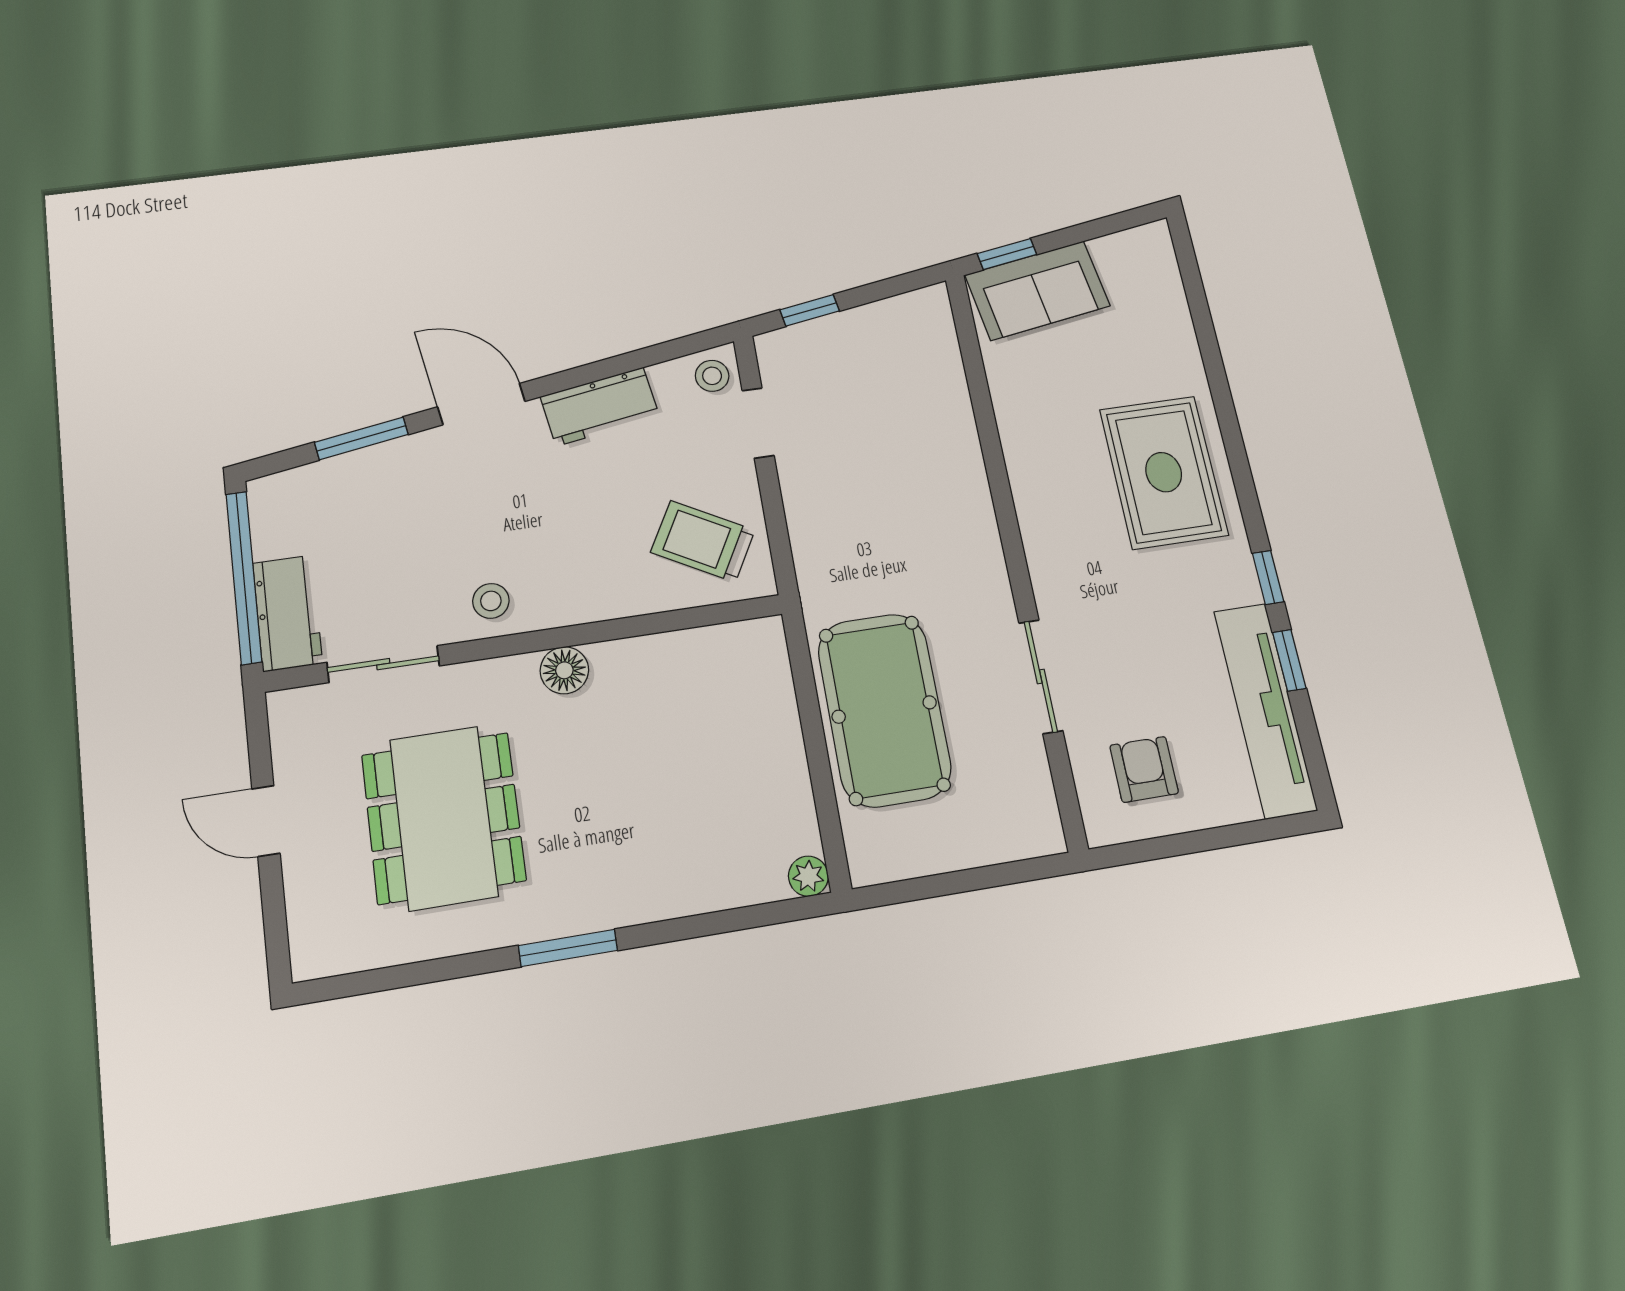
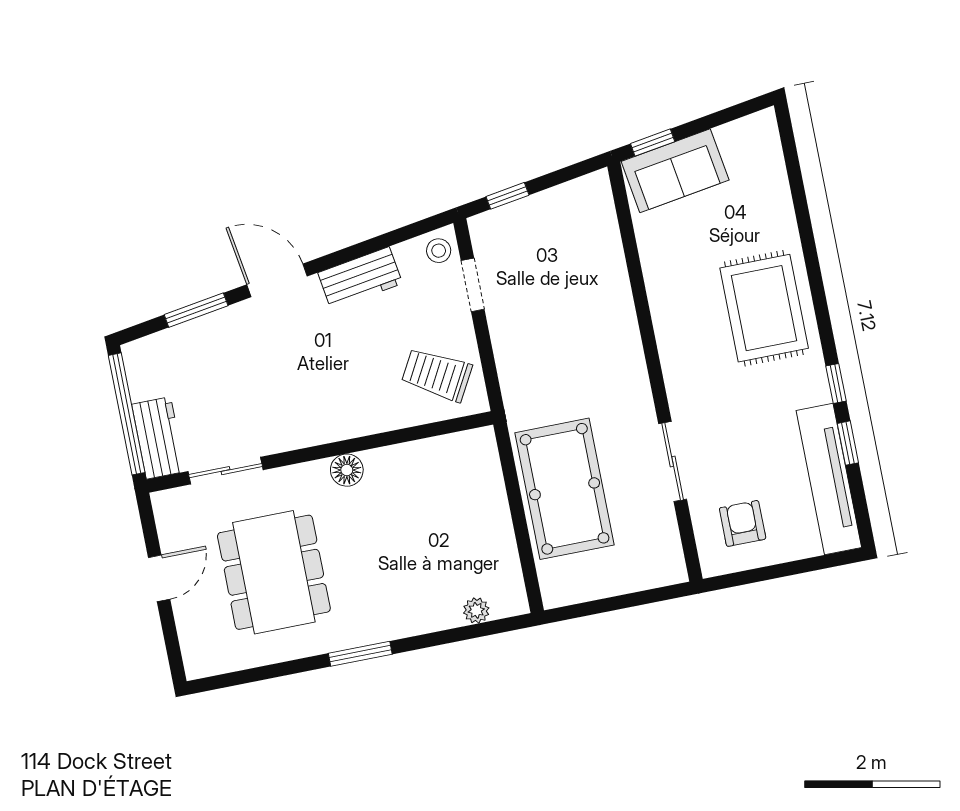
stool: (491, 601) -> (294, 424), removed
door: (266, 821) -> (159, 578), swing flipped
plant: (808, 876) -> (476, 610), moved

